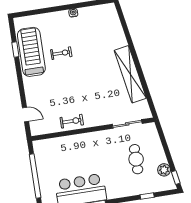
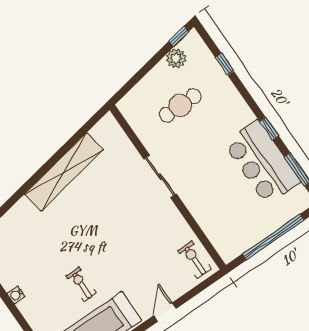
door: (26, 114) -> (165, 312), moved
exercise bike: (72, 121) -> (195, 260), moved
sliding door: (127, 124) -> (160, 177), moved

